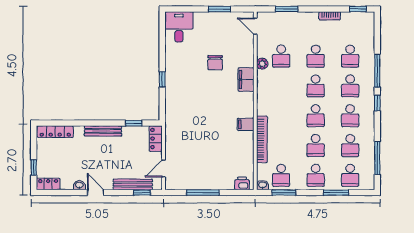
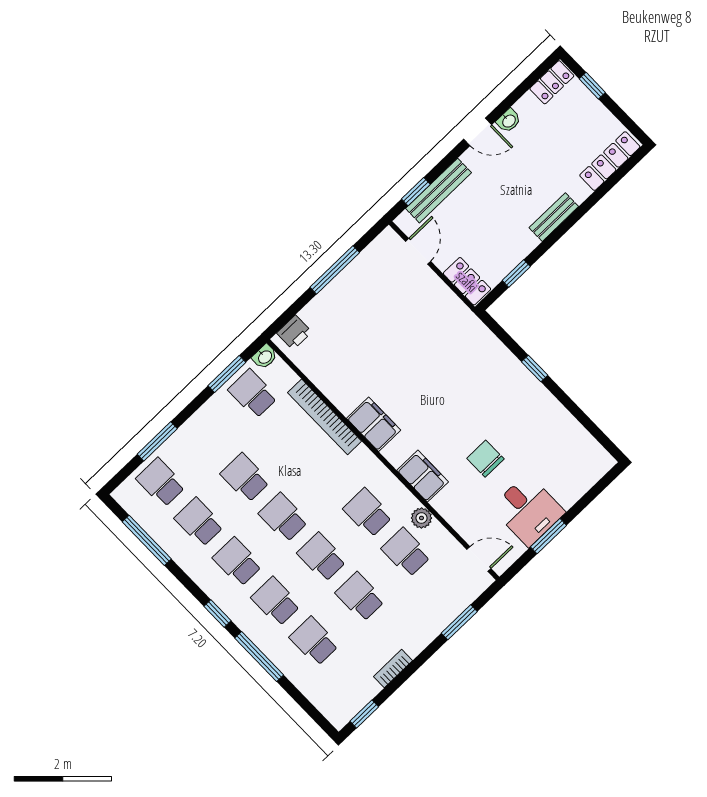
desk: (179, 27) -> (528, 510), moved
filing cabinet: (246, 124) -> (374, 424), width x2.00
bench: (103, 131) -> (554, 217), width x0.73
school desk: (316, 175) -> (368, 513), moved

